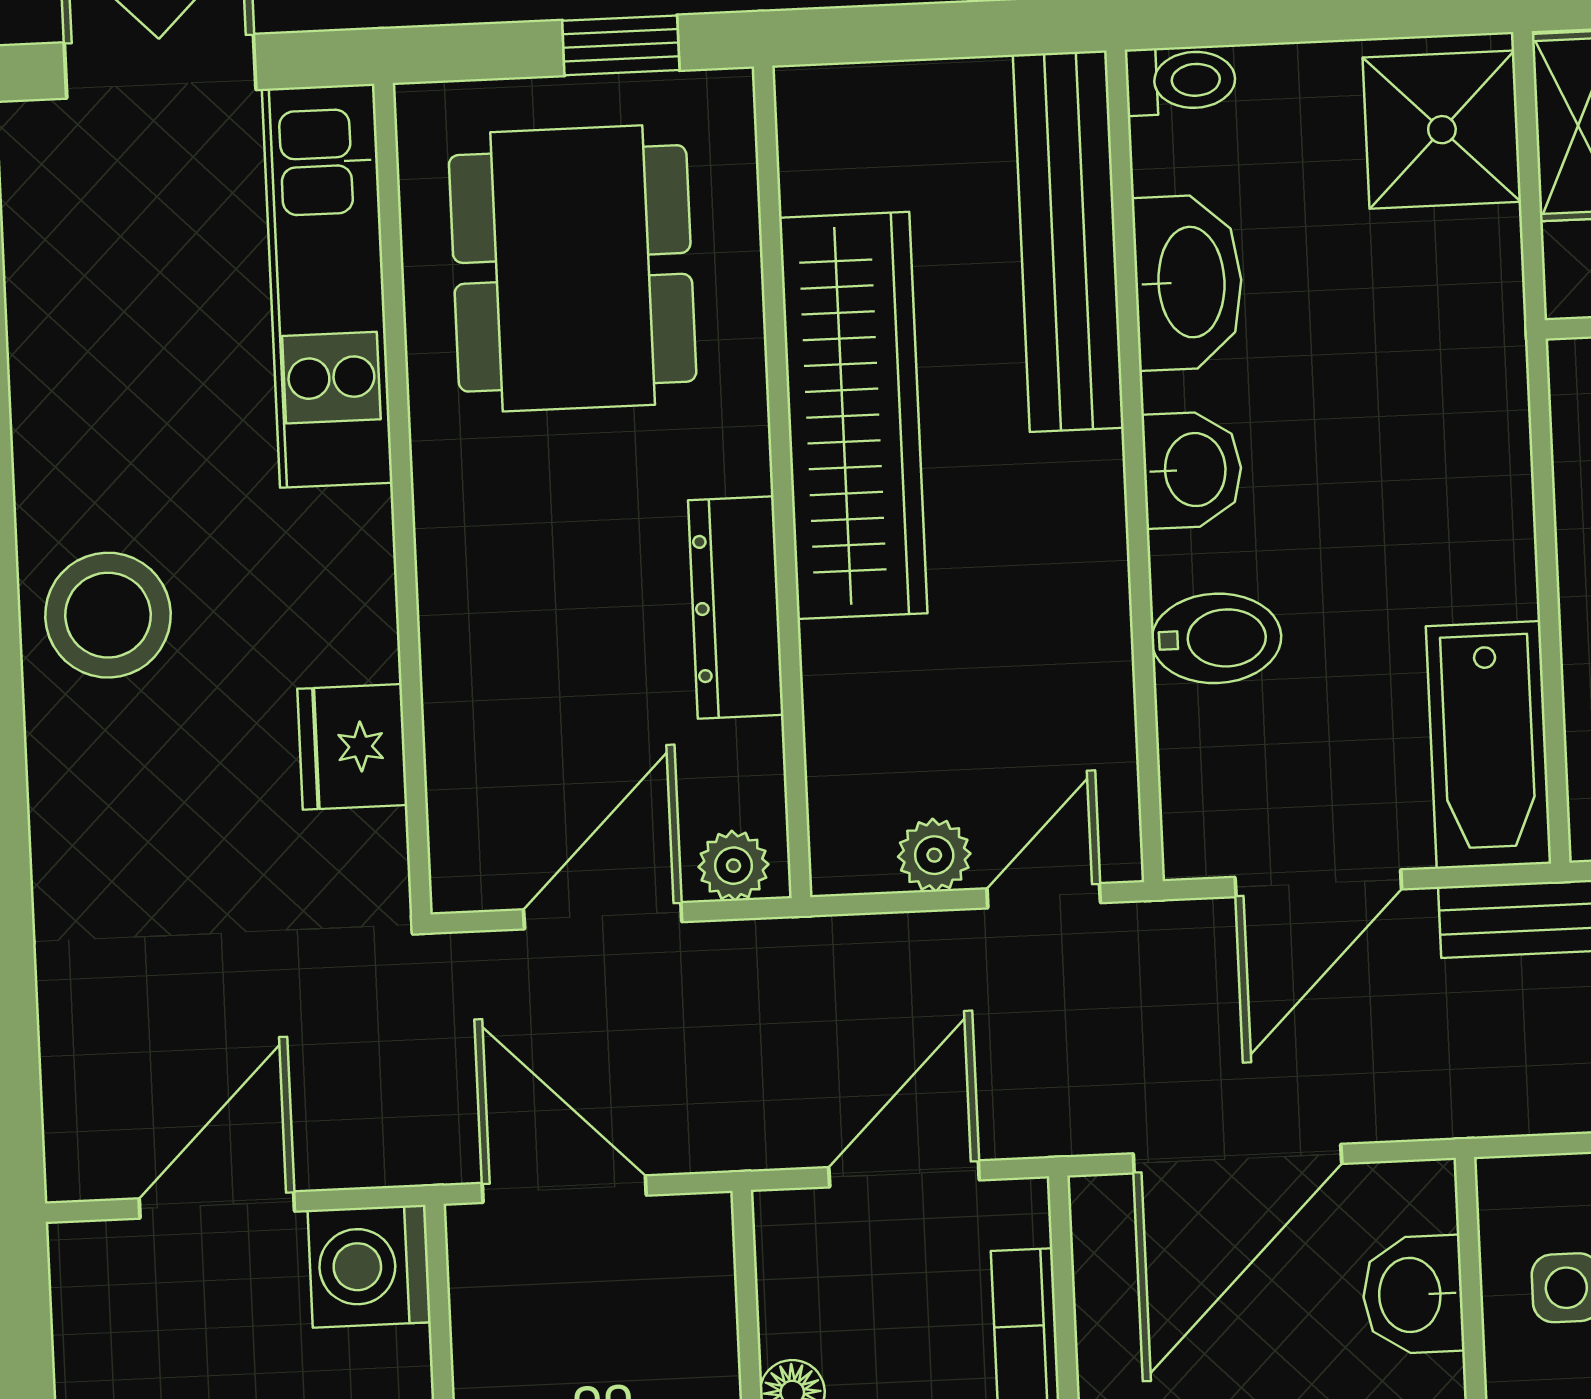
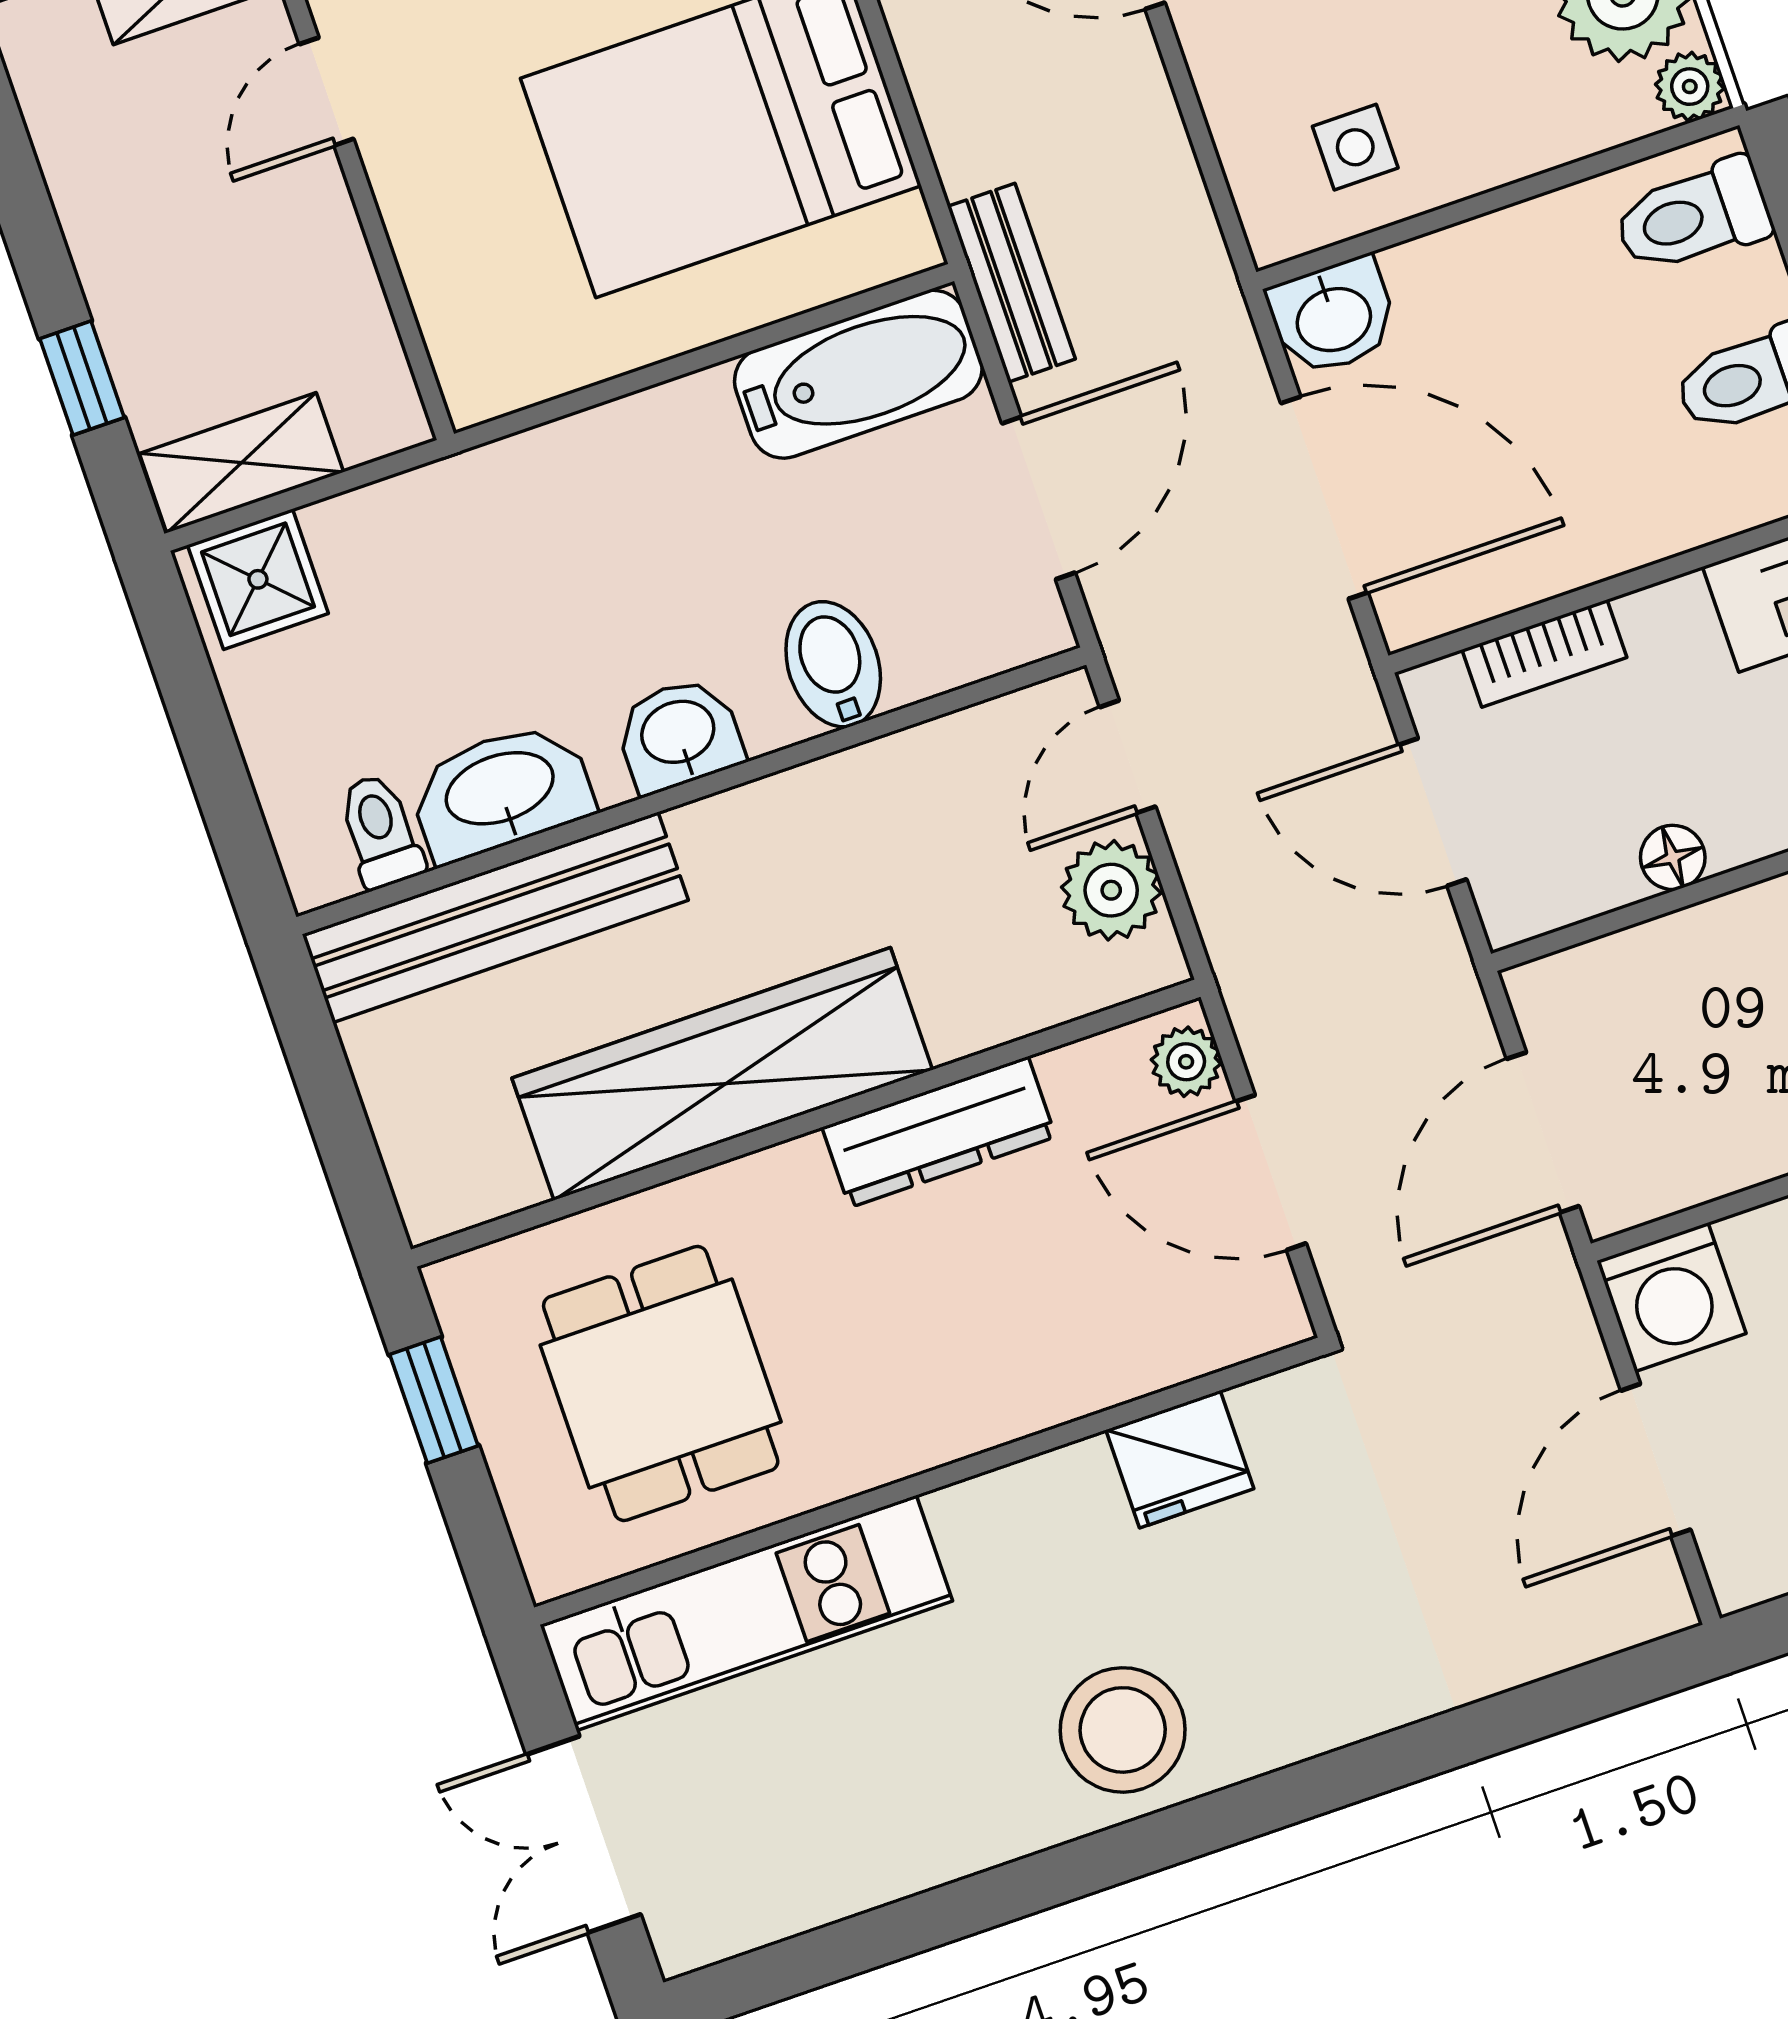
toilet: (1181, 81) -> (380, 831), moved
shower: (1442, 130) -> (258, 579), width x0.73, depth x0.73
dining table: (573, 268) -> (661, 1384), width x0.73
plant: (934, 855) -> (1111, 890), width x1.38, depth x1.38
door: (1318, 883) -> (1038, 498), hinge flipped
door: (1044, 896) -> (1128, 757), hinge flipped
door: (217, 1205) -> (1656, 1460), hinge flipped
washbasin: (1413, 1295) -> (1333, 317), moved

